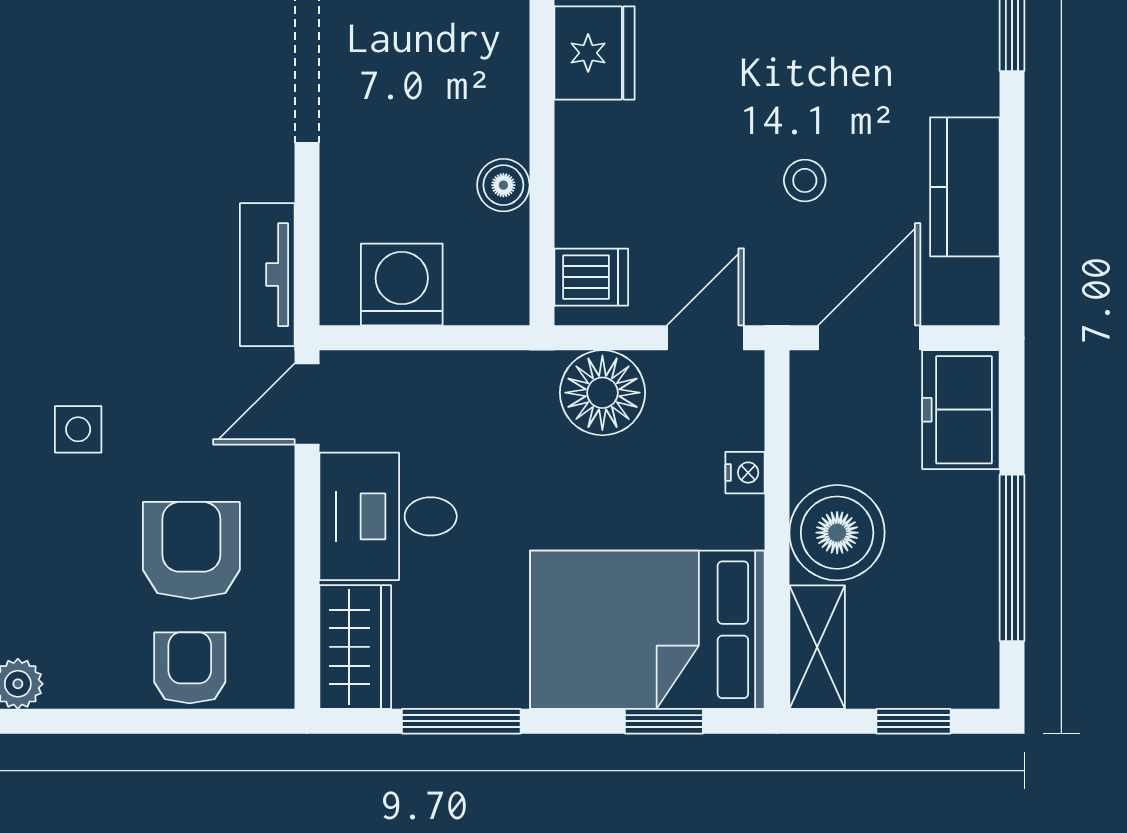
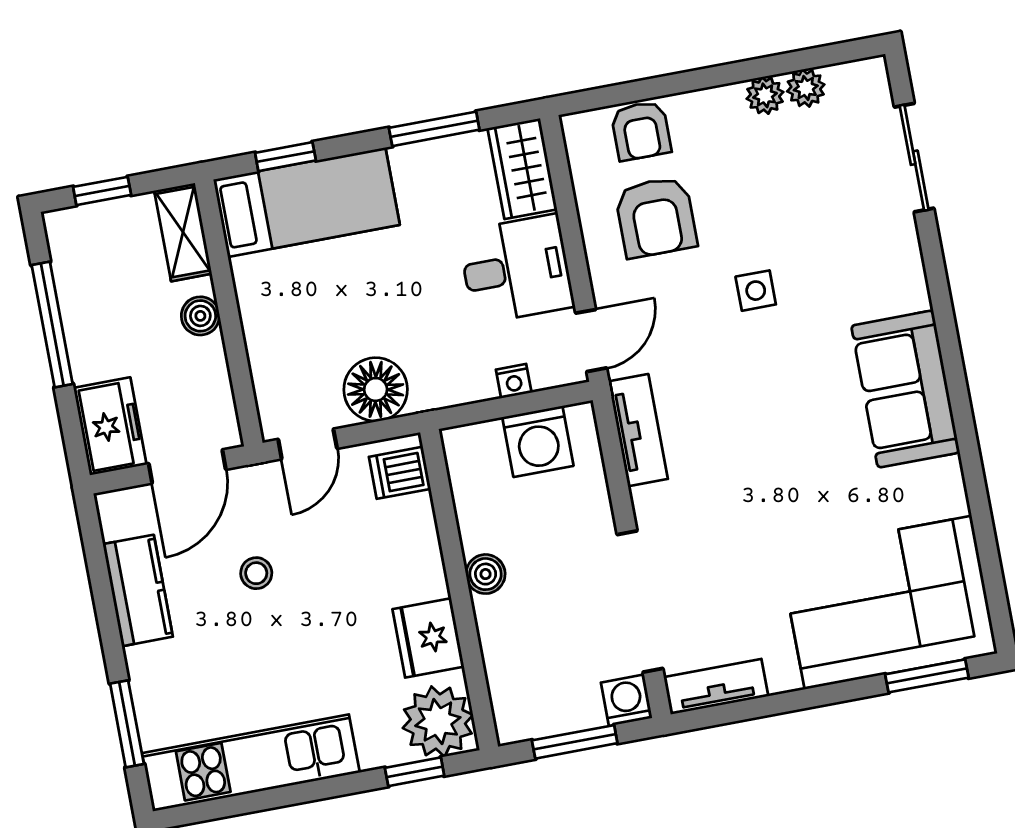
boiler: (503, 185) -> (486, 574), moved
nightstand: (745, 473) -> (514, 381), moved, turned -90
boiler: (837, 533) -> (200, 316), width x0.54, depth x0.54
bed: (647, 630) -> (306, 202), width x0.67

